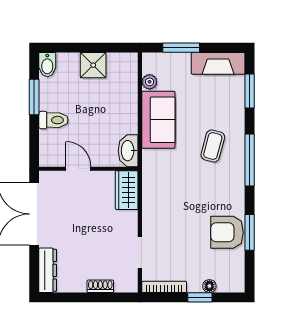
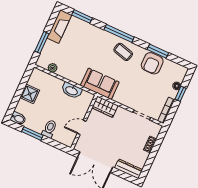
sofa: (158, 120) -> (100, 84), moved
coffee table: (213, 146) -> (123, 52), moved
washbasin: (128, 151) -> (72, 90), moved

